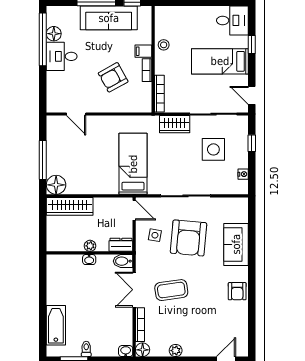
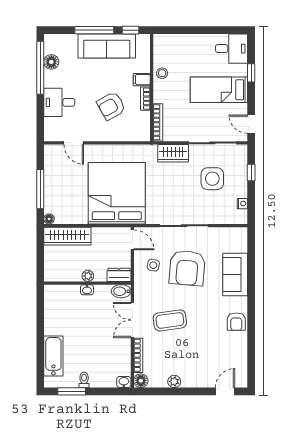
desk: (62, 56) -> (59, 102), moved
bed: (133, 164) -> (117, 193), width x2.04
floor lamp: (56, 185) -> (49, 219), width x0.53, depth x0.53

